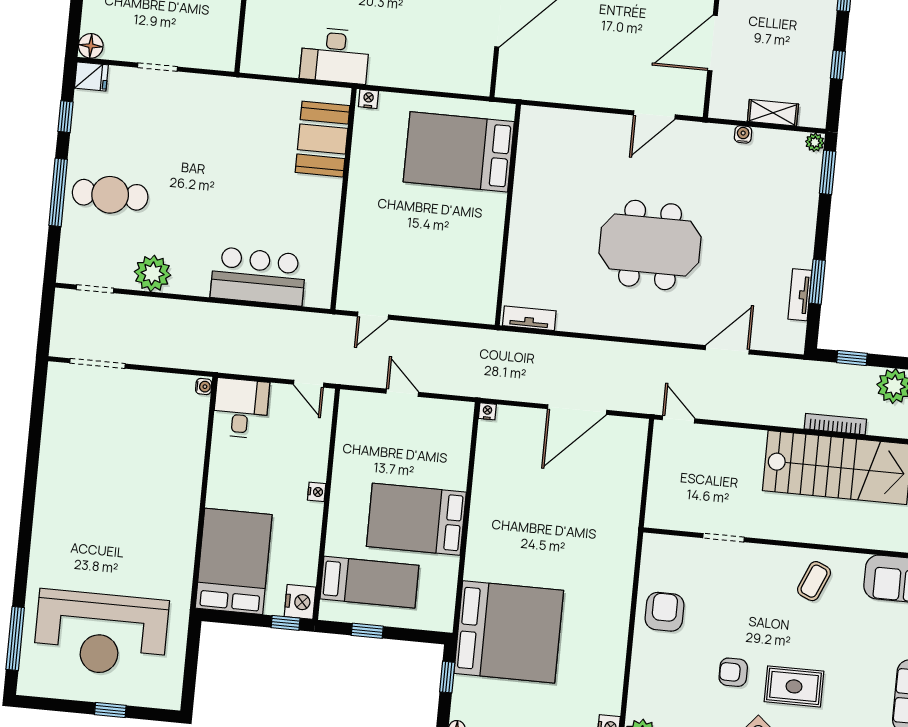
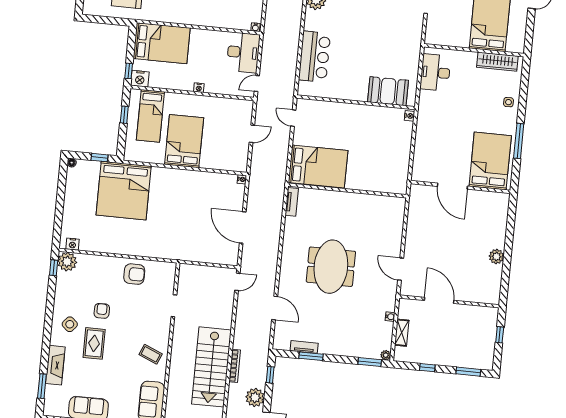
desk: (335, 55) -> (435, 72), moved
bed: (459, 152) -> (318, 167), moved, turned 90
desk: (241, 408) -> (243, 52), width x1.37

